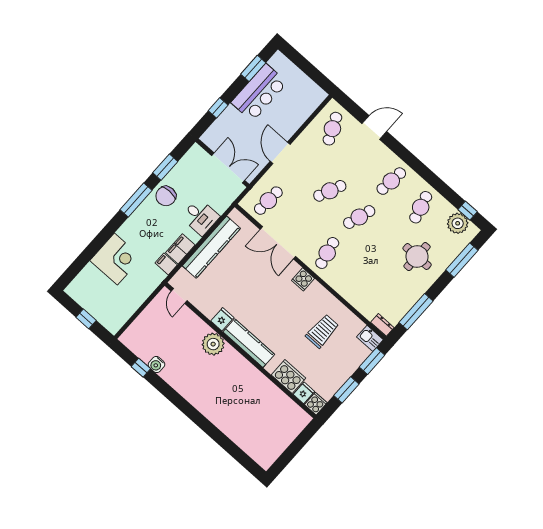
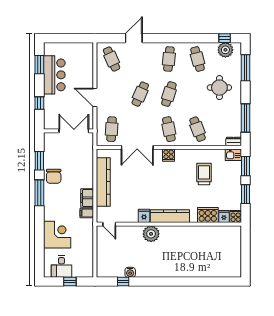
desk: (200, 217) -> (61, 267), moved, turned 90
cafe table: (357, 279) -> (198, 129), added

